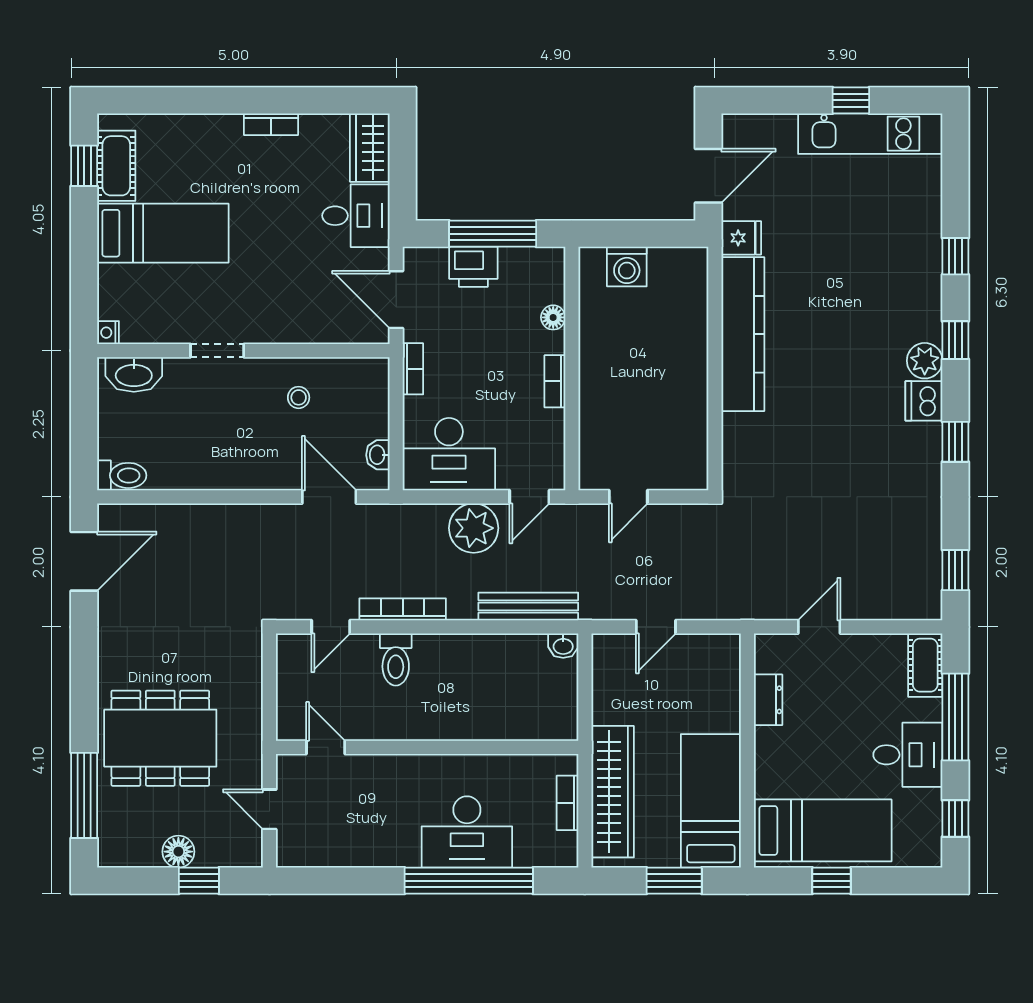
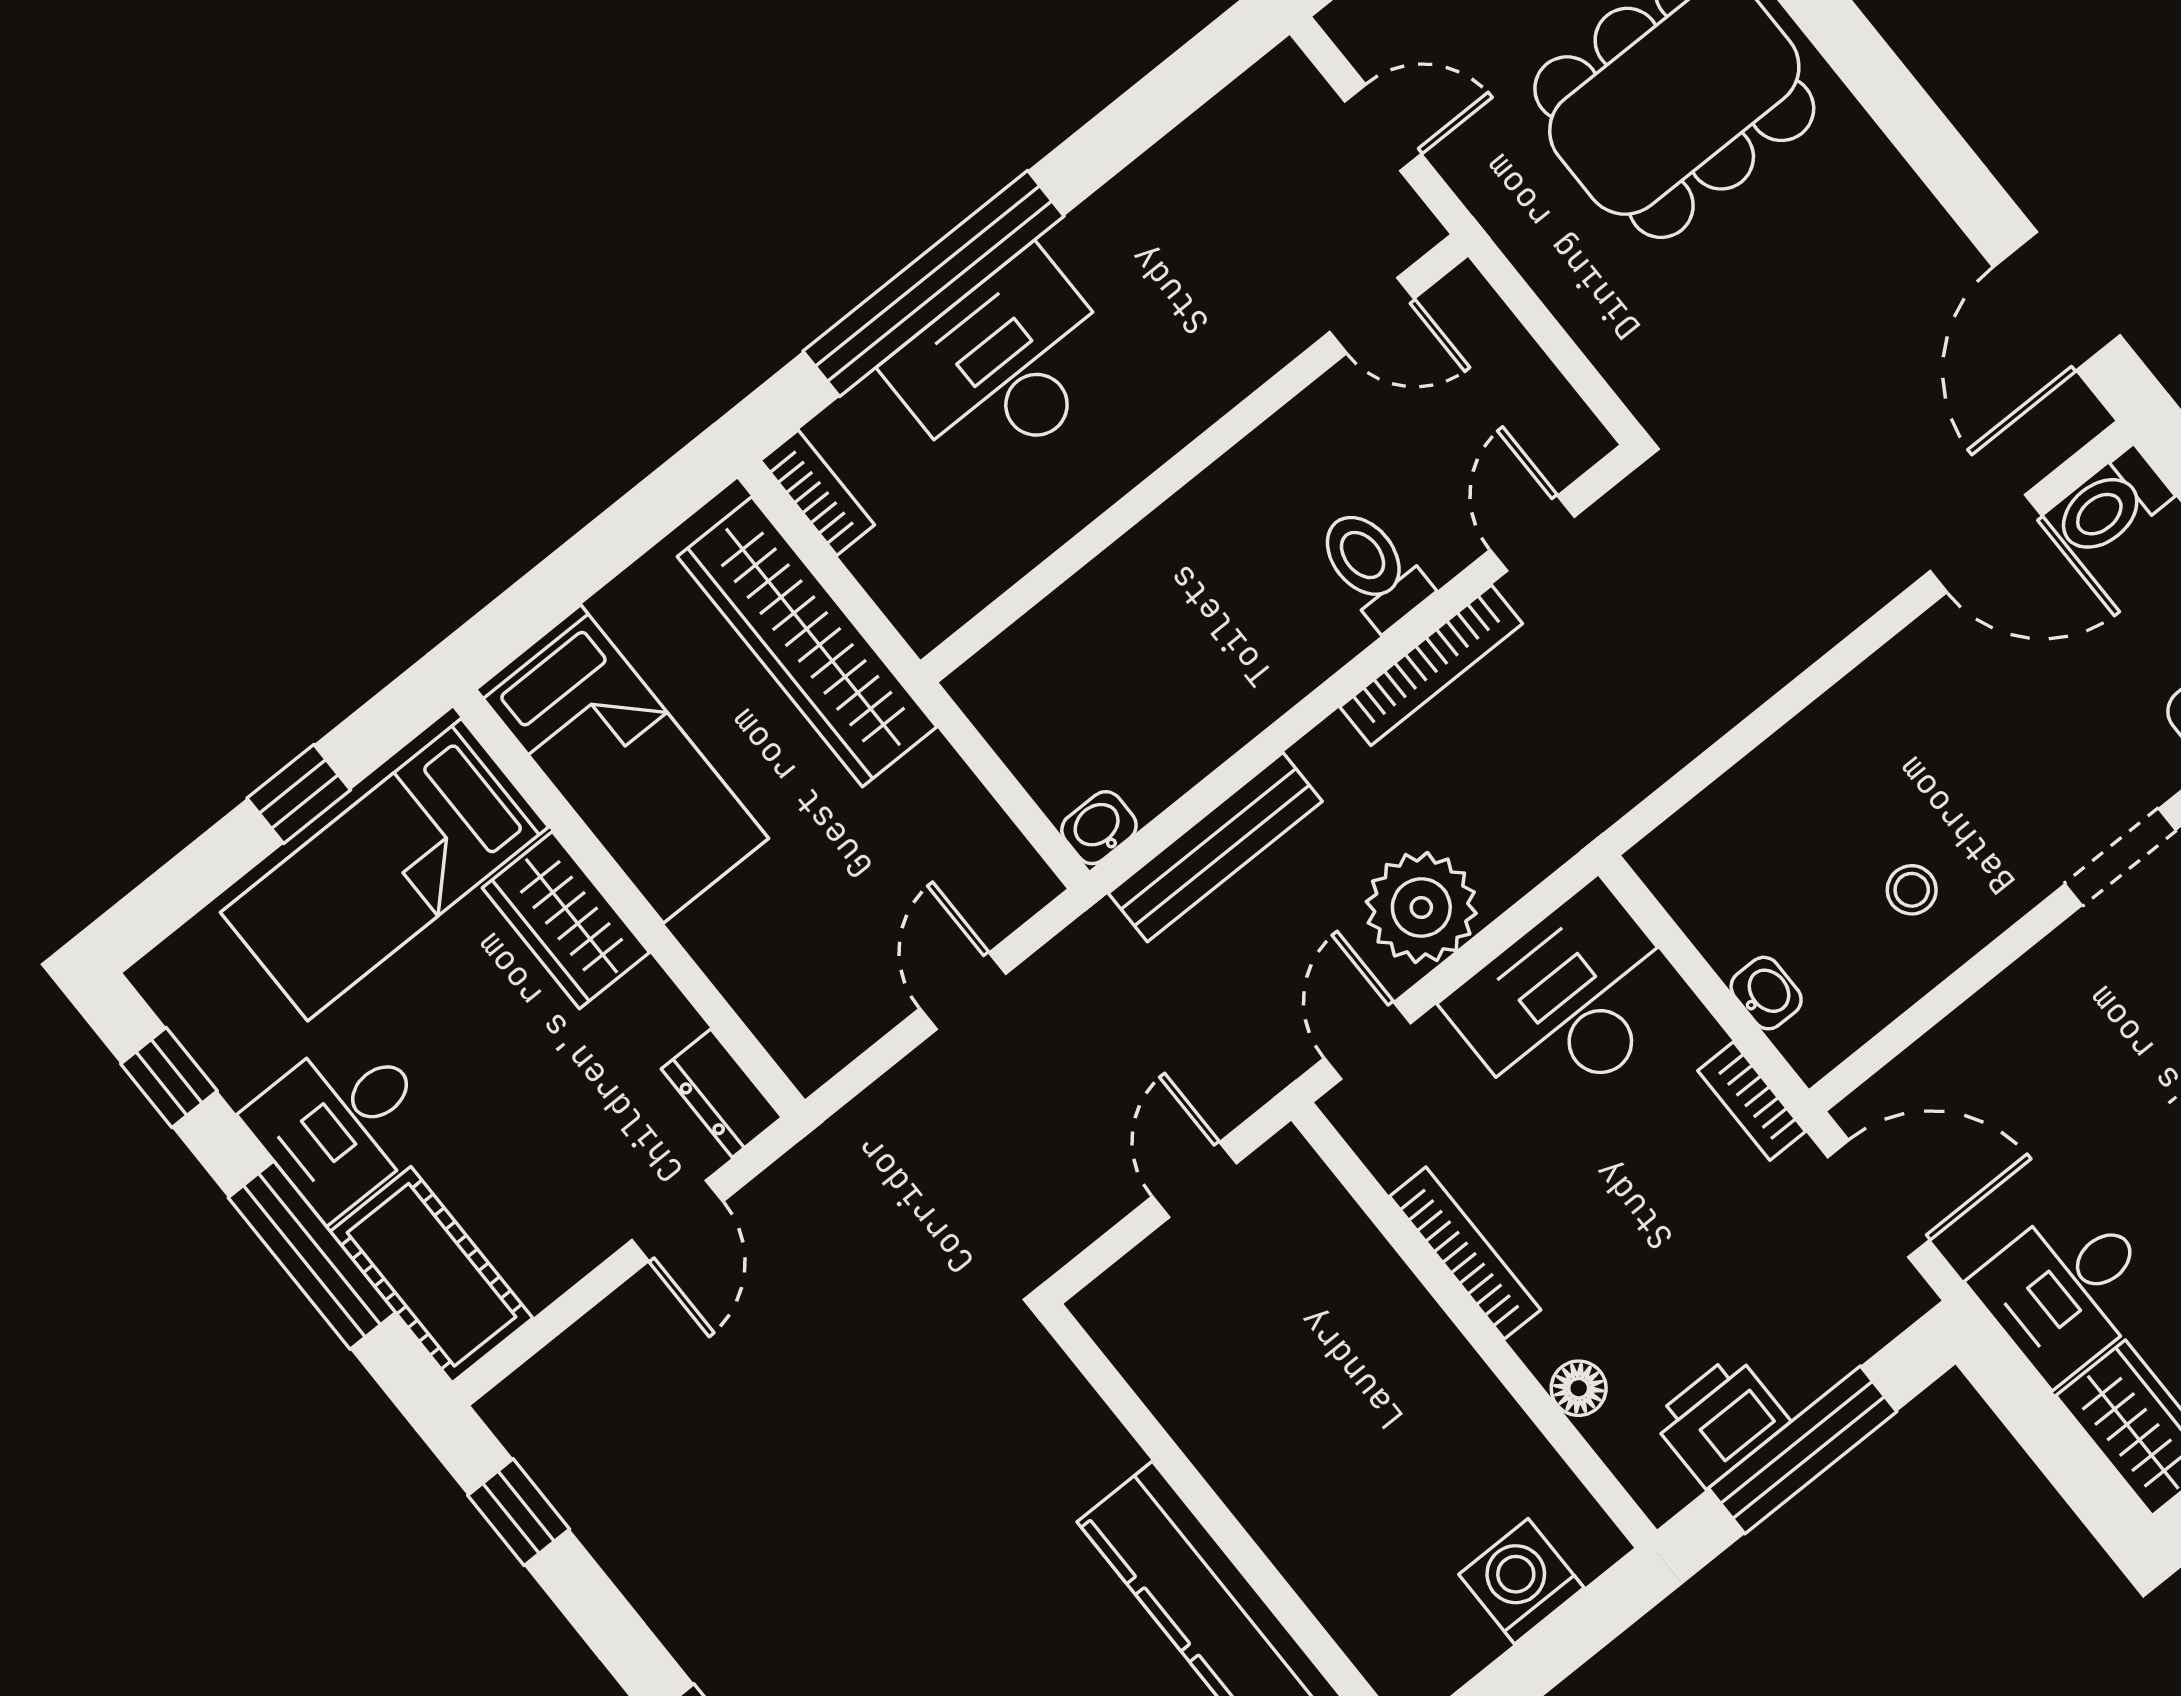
printer: (473, 267) -> (1721, 1420), moved
bookcase: (555, 381) -> (1465, 1253), width x1.56
washbasin: (378, 455) -> (1766, 993), moved
door: (329, 497) -> (1986, 543), moved
cot: (925, 665) -> (431, 1275), width x1.37, depth x1.34
dresser: (768, 700) -> (722, 1093), moved
wardrobe: (774, 762) -> (566, 920), added
bookcase: (567, 803) -> (817, 493), moved
window: (674, 881) -> (574, 573), removed

